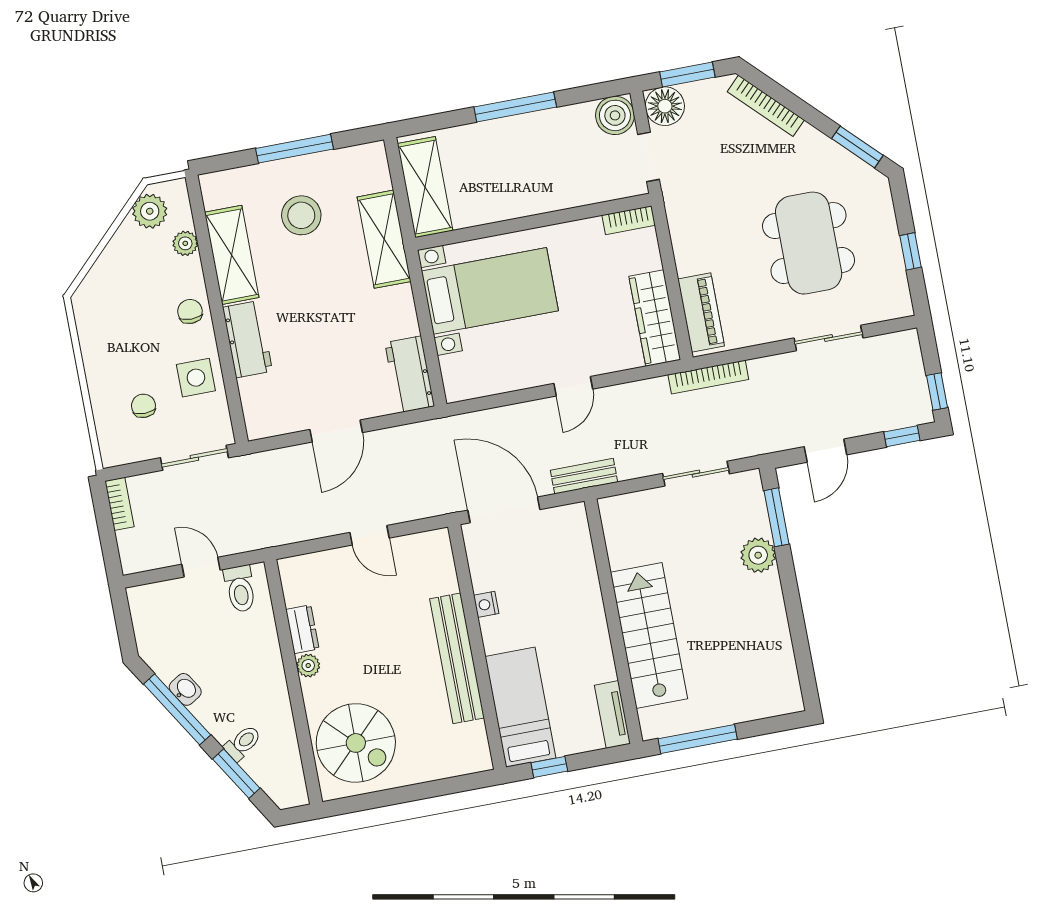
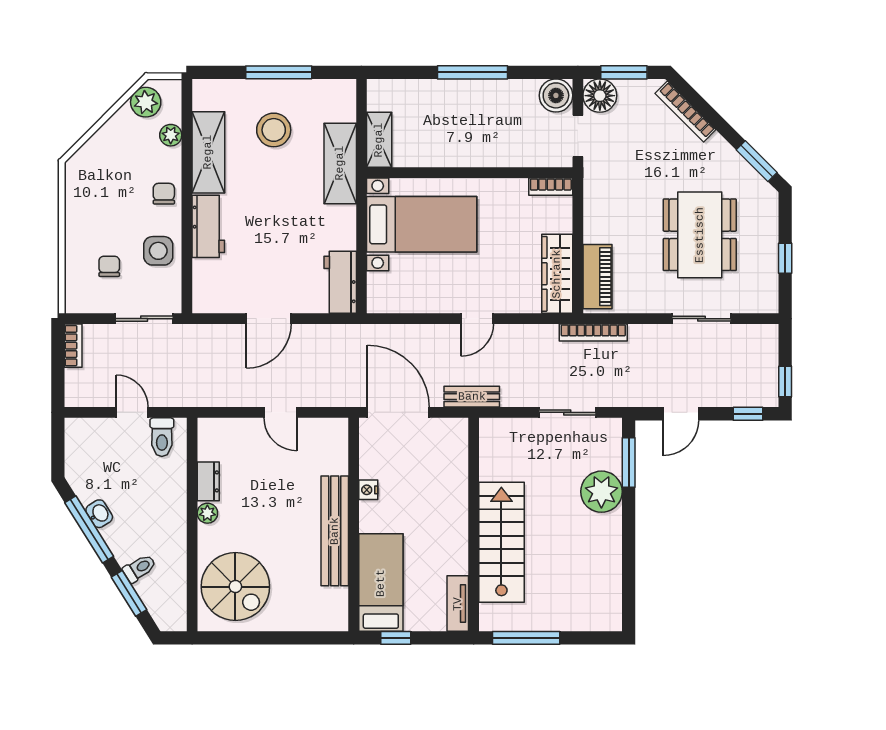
shelving: (425, 187) -> (379, 140), width x0.67, depth x0.75
plant: (758, 555) -> (601, 492), width x1.36, depth x1.36

